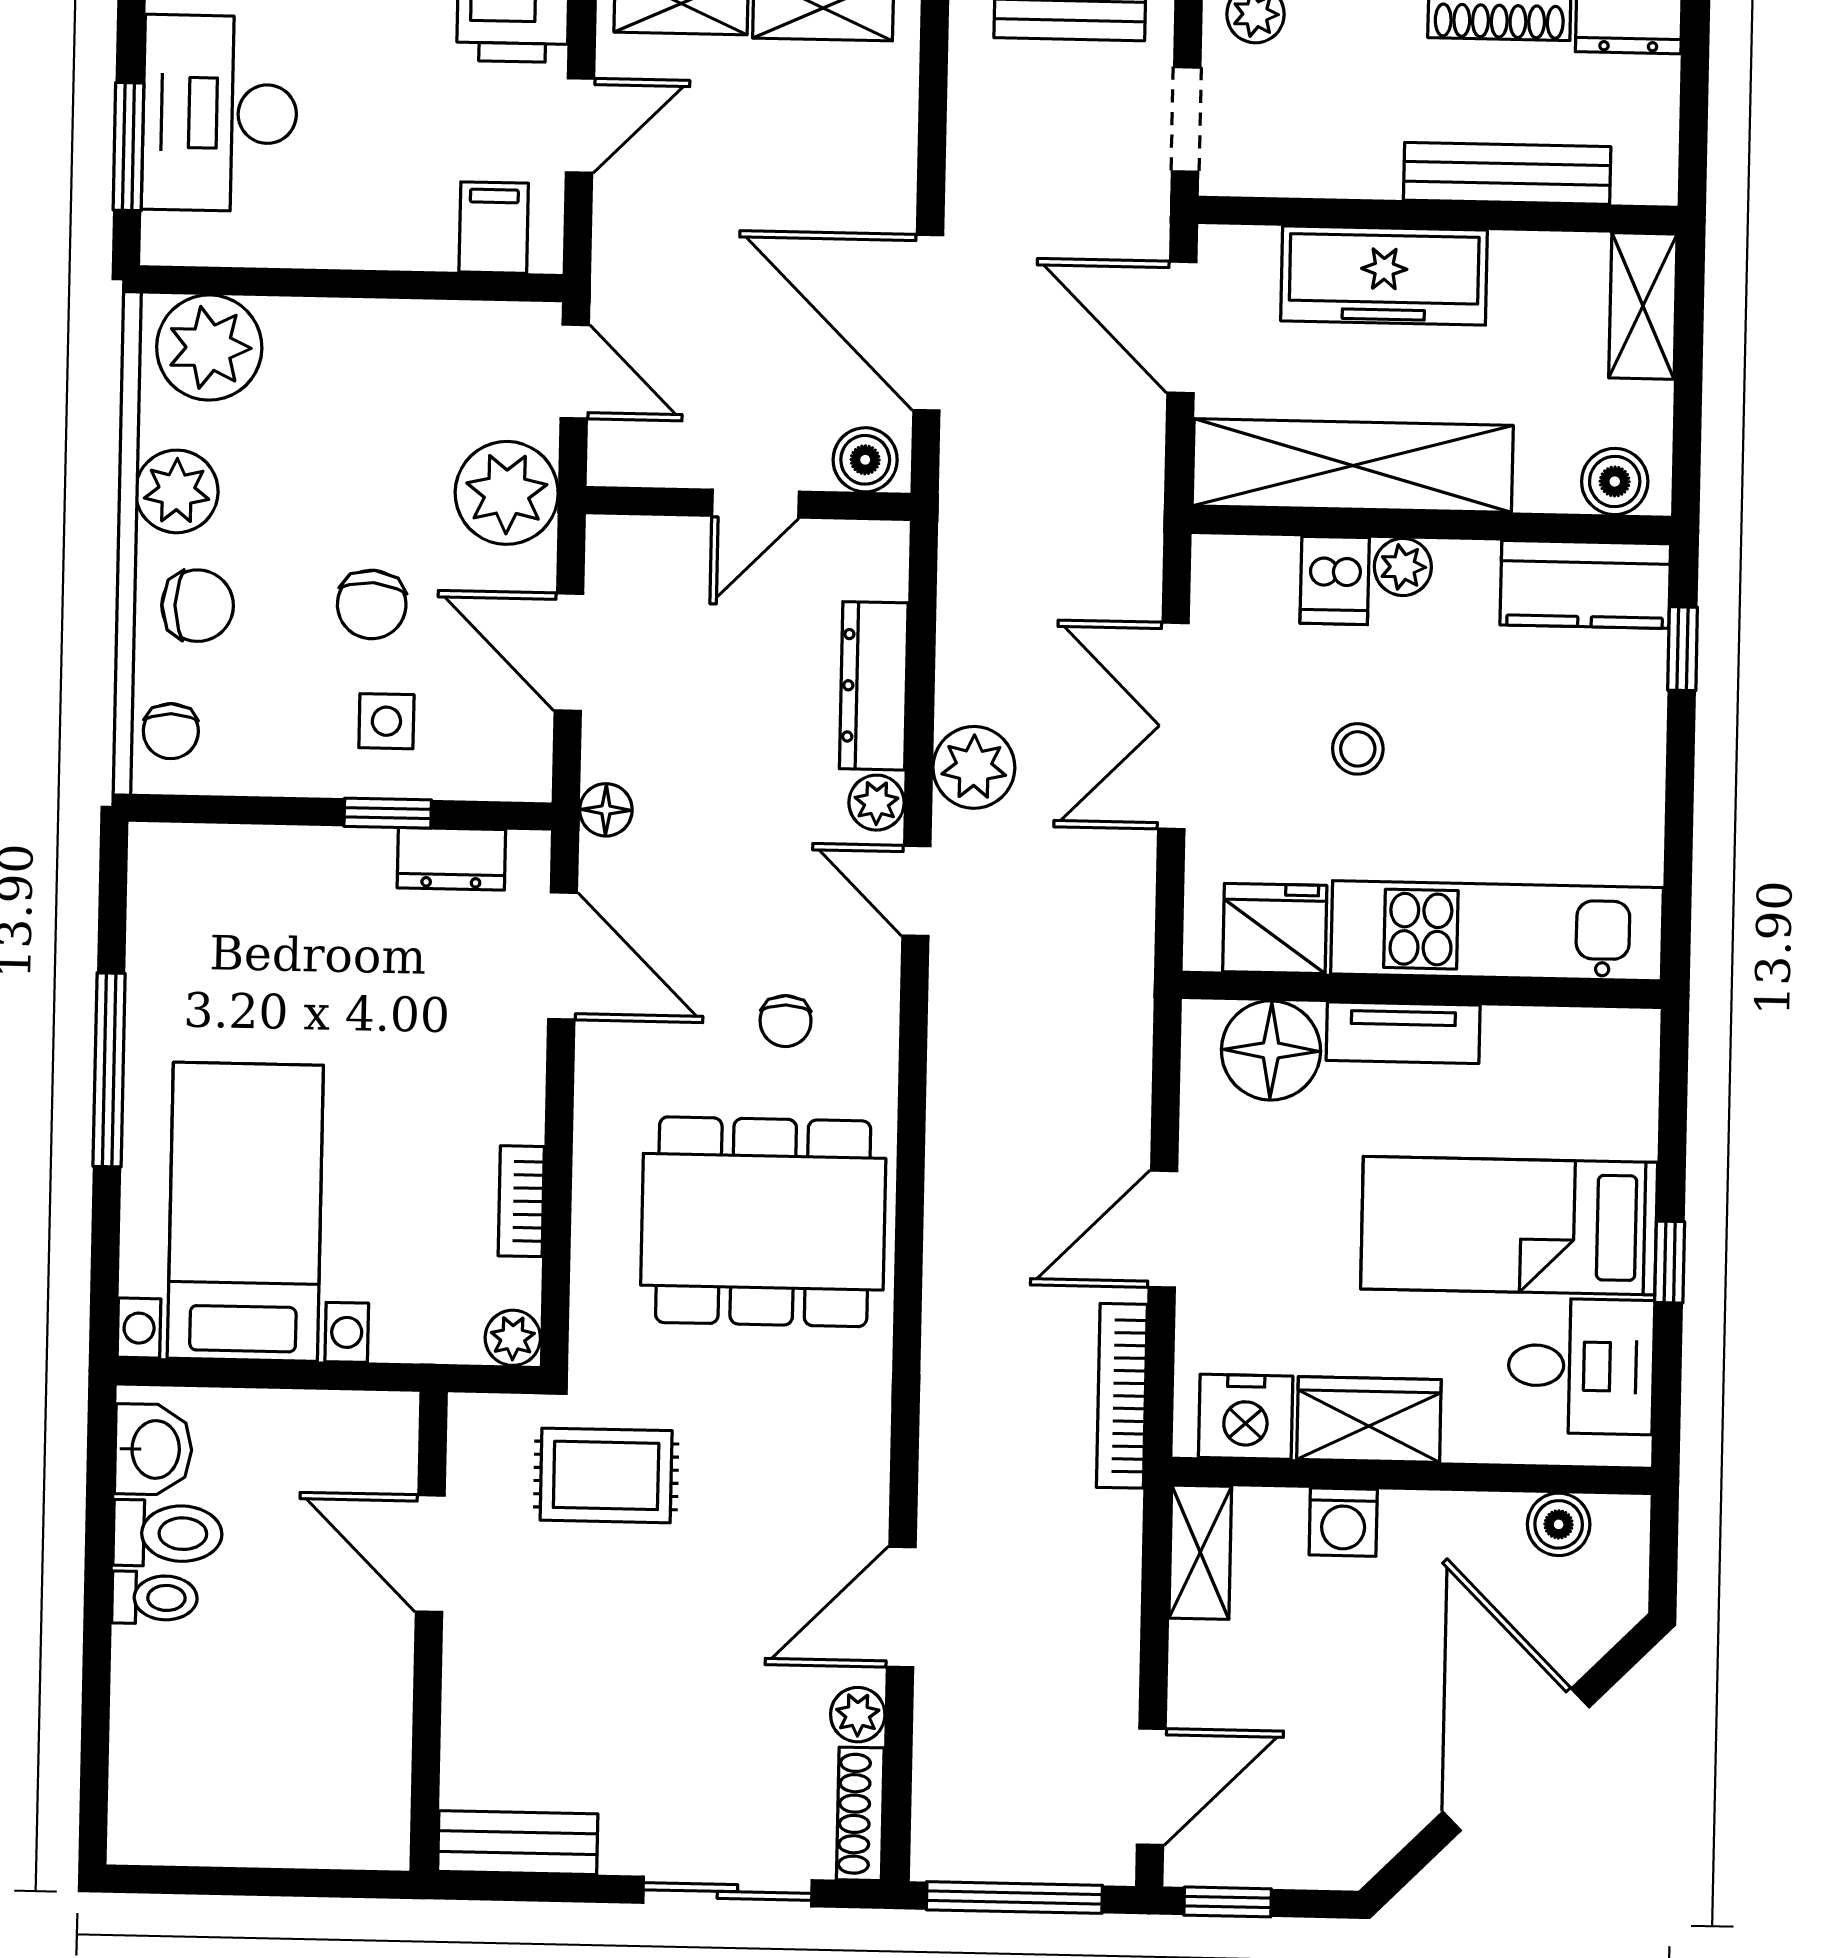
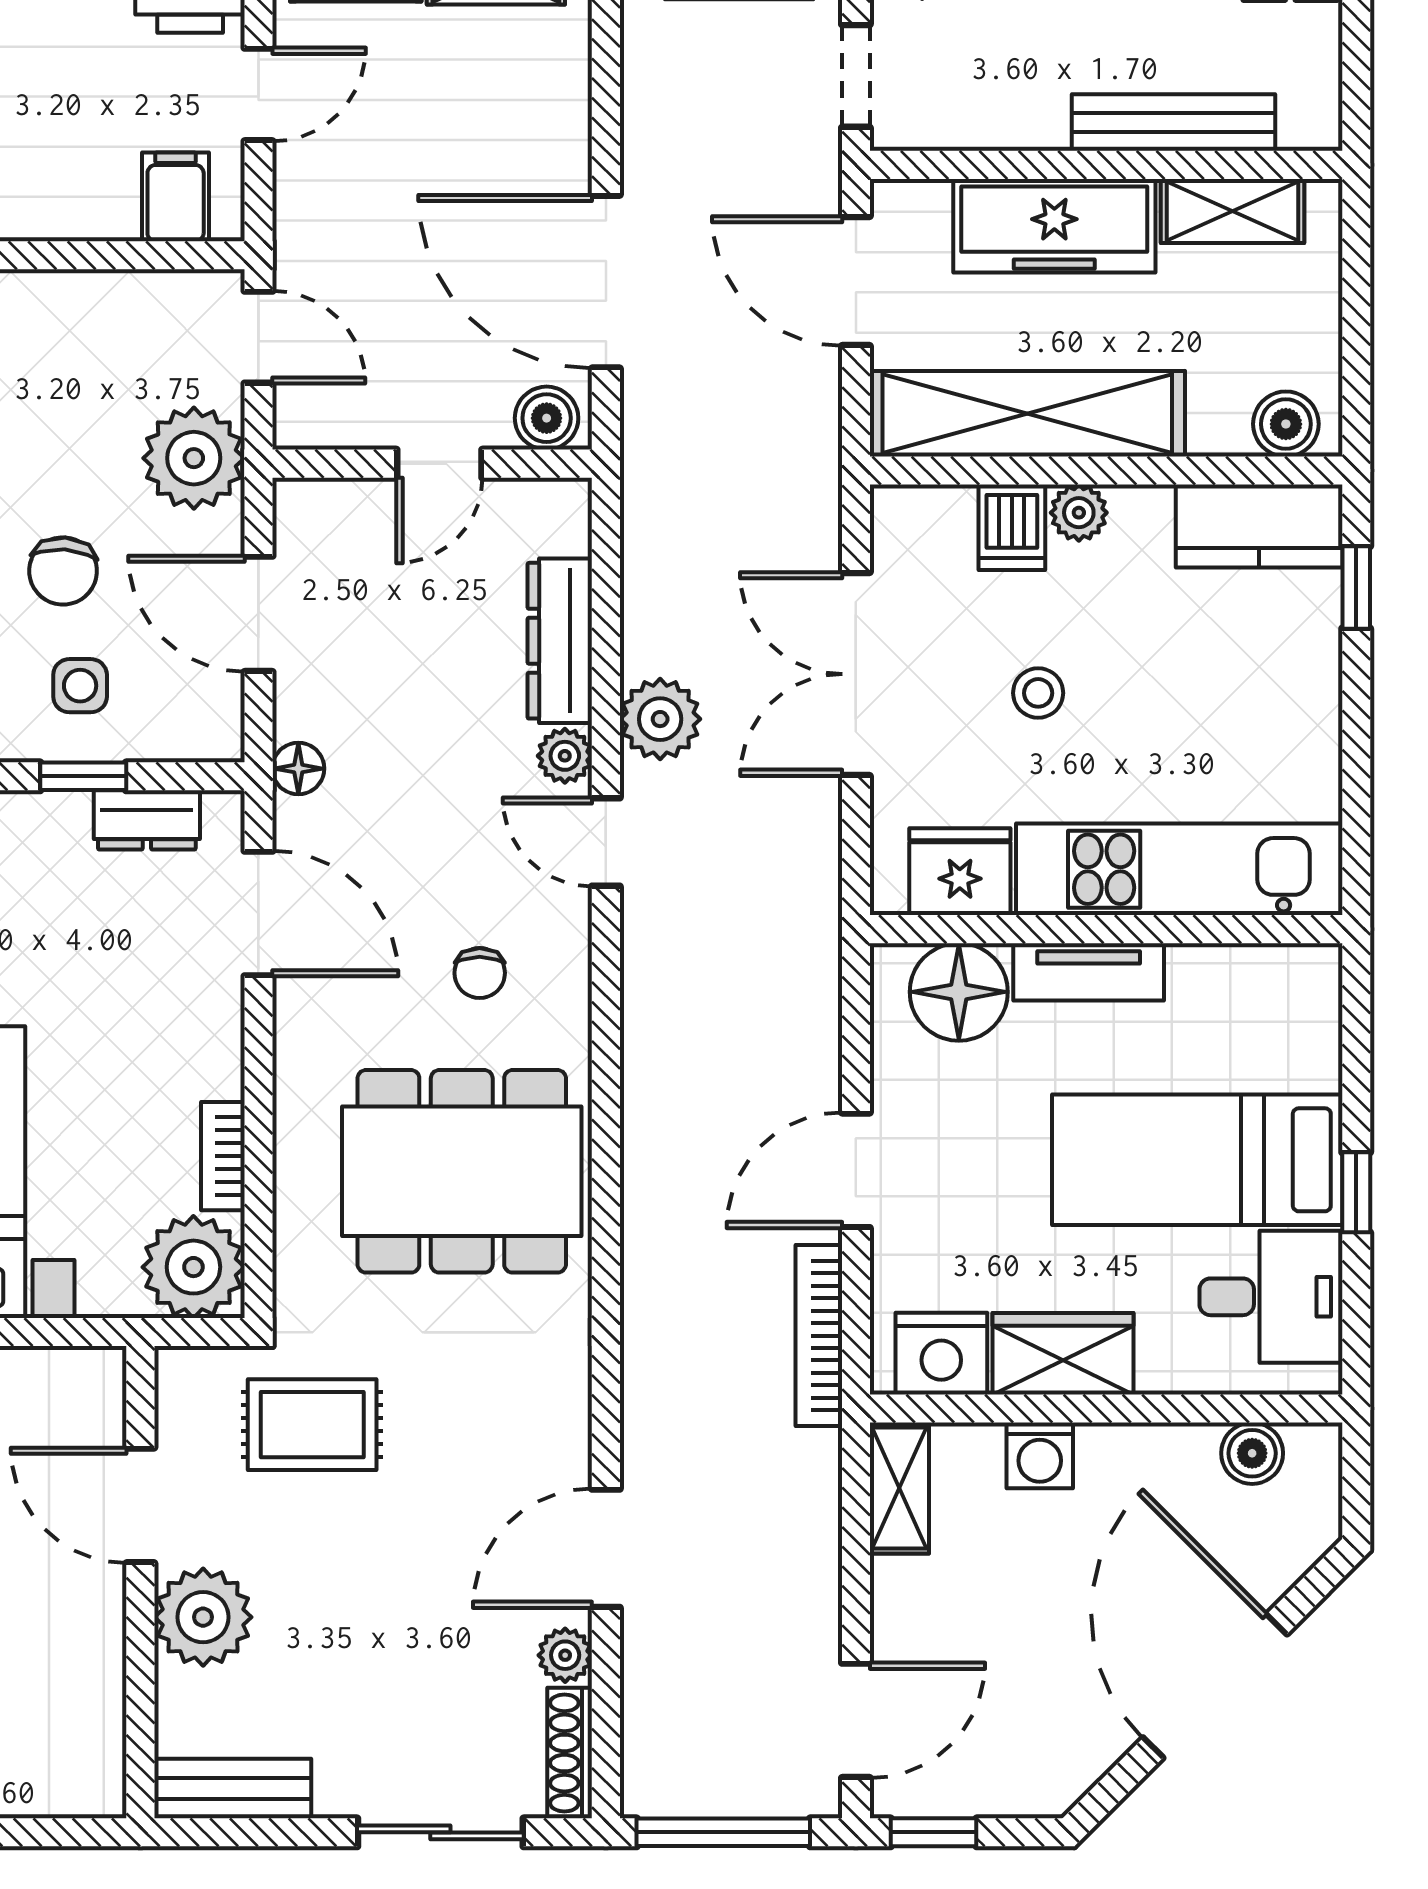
shelving: (1643, 306) -> (1232, 211), moved, turned 90
plant: (513, 1338) -> (193, 1267), width x1.87, depth x1.87
plant: (491, 1668) -> (203, 1617), added

